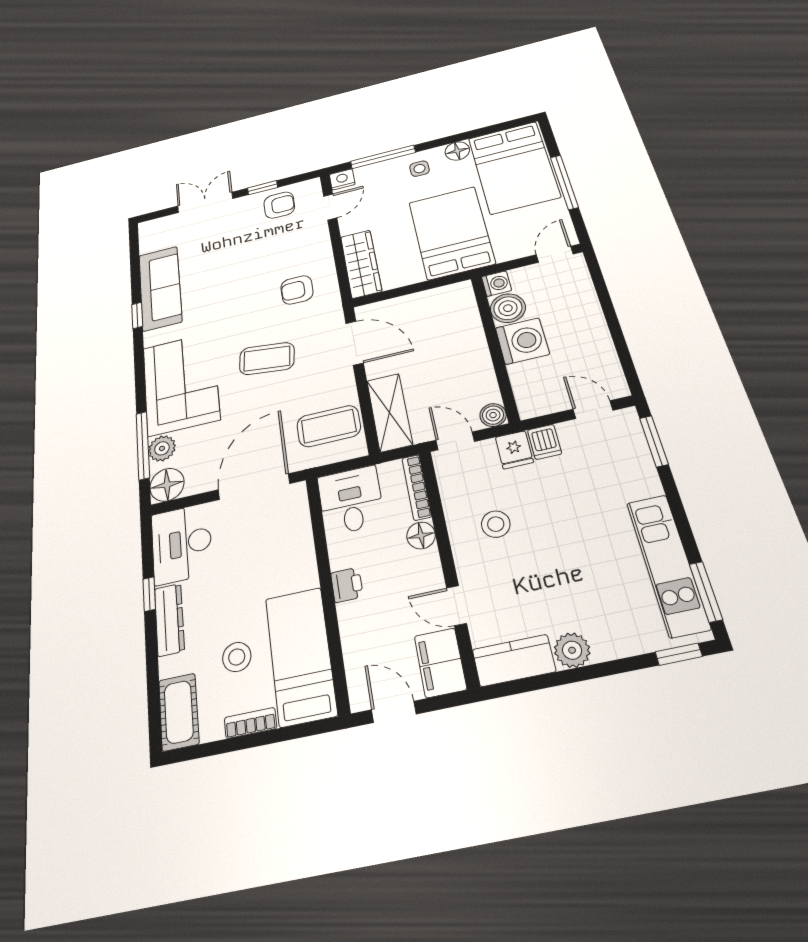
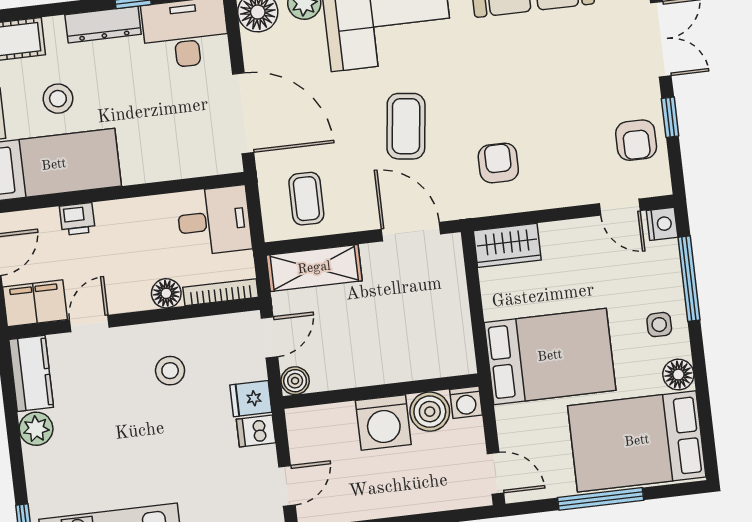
wardrobe: (361, 264) -> (507, 245), width x0.67
door: (355, 343) -> (411, 232), swing flipped
coffee table: (329, 426) -> (306, 199), width x0.73, depth x0.77
printer: (347, 585) -> (77, 219), moved

